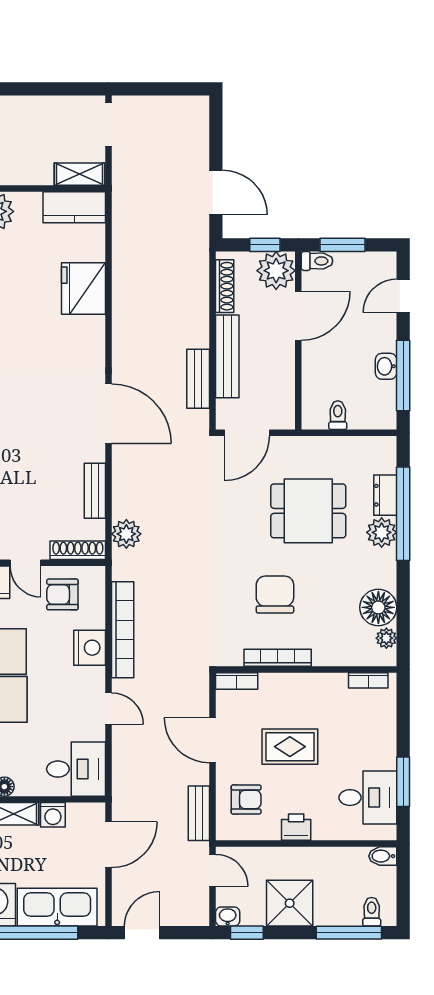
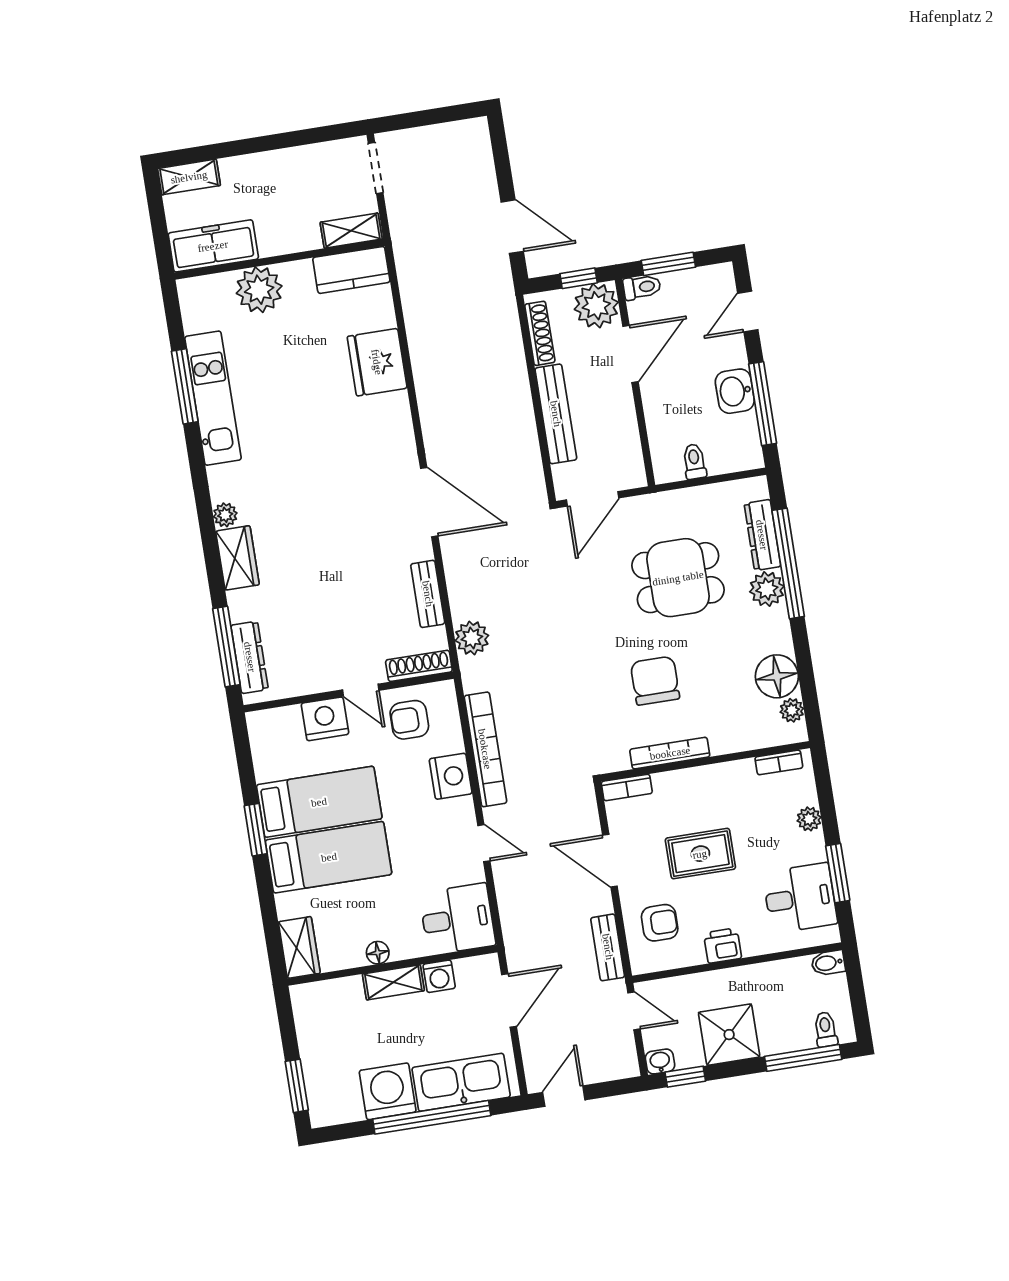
washbasin: (386, 366) -> (735, 391), width x1.38, depth x1.45
bench: (198, 379) -> (526, 445), removed
dresser: (385, 495) -> (762, 535), width x1.44
plant: (386, 732) -> (809, 819), added

